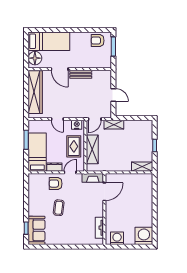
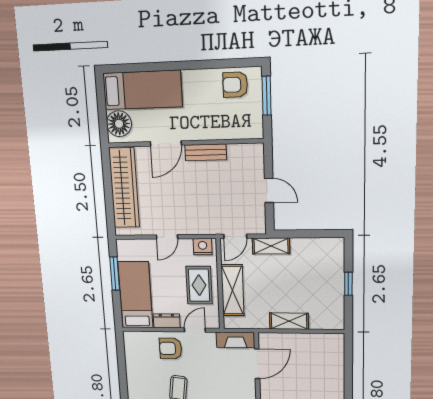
door: (60, 69) -> (166, 143), hinge flipped
door: (57, 119) -> (167, 237), hinge flipped
shelving: (142, 167) -> (289, 321), moved

